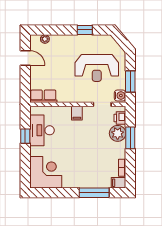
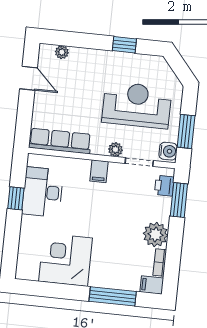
reception desk: (97, 68) -> (137, 105), turned 180
row of seats: (43, 96) -> (60, 141), width x1.48
plant: (86, 98) -> (115, 150), added
plant: (118, 133) -> (156, 234), moved
window: (130, 138) -> (179, 200), moved
corner desk: (46, 172) -> (66, 260), moved, turned -90

